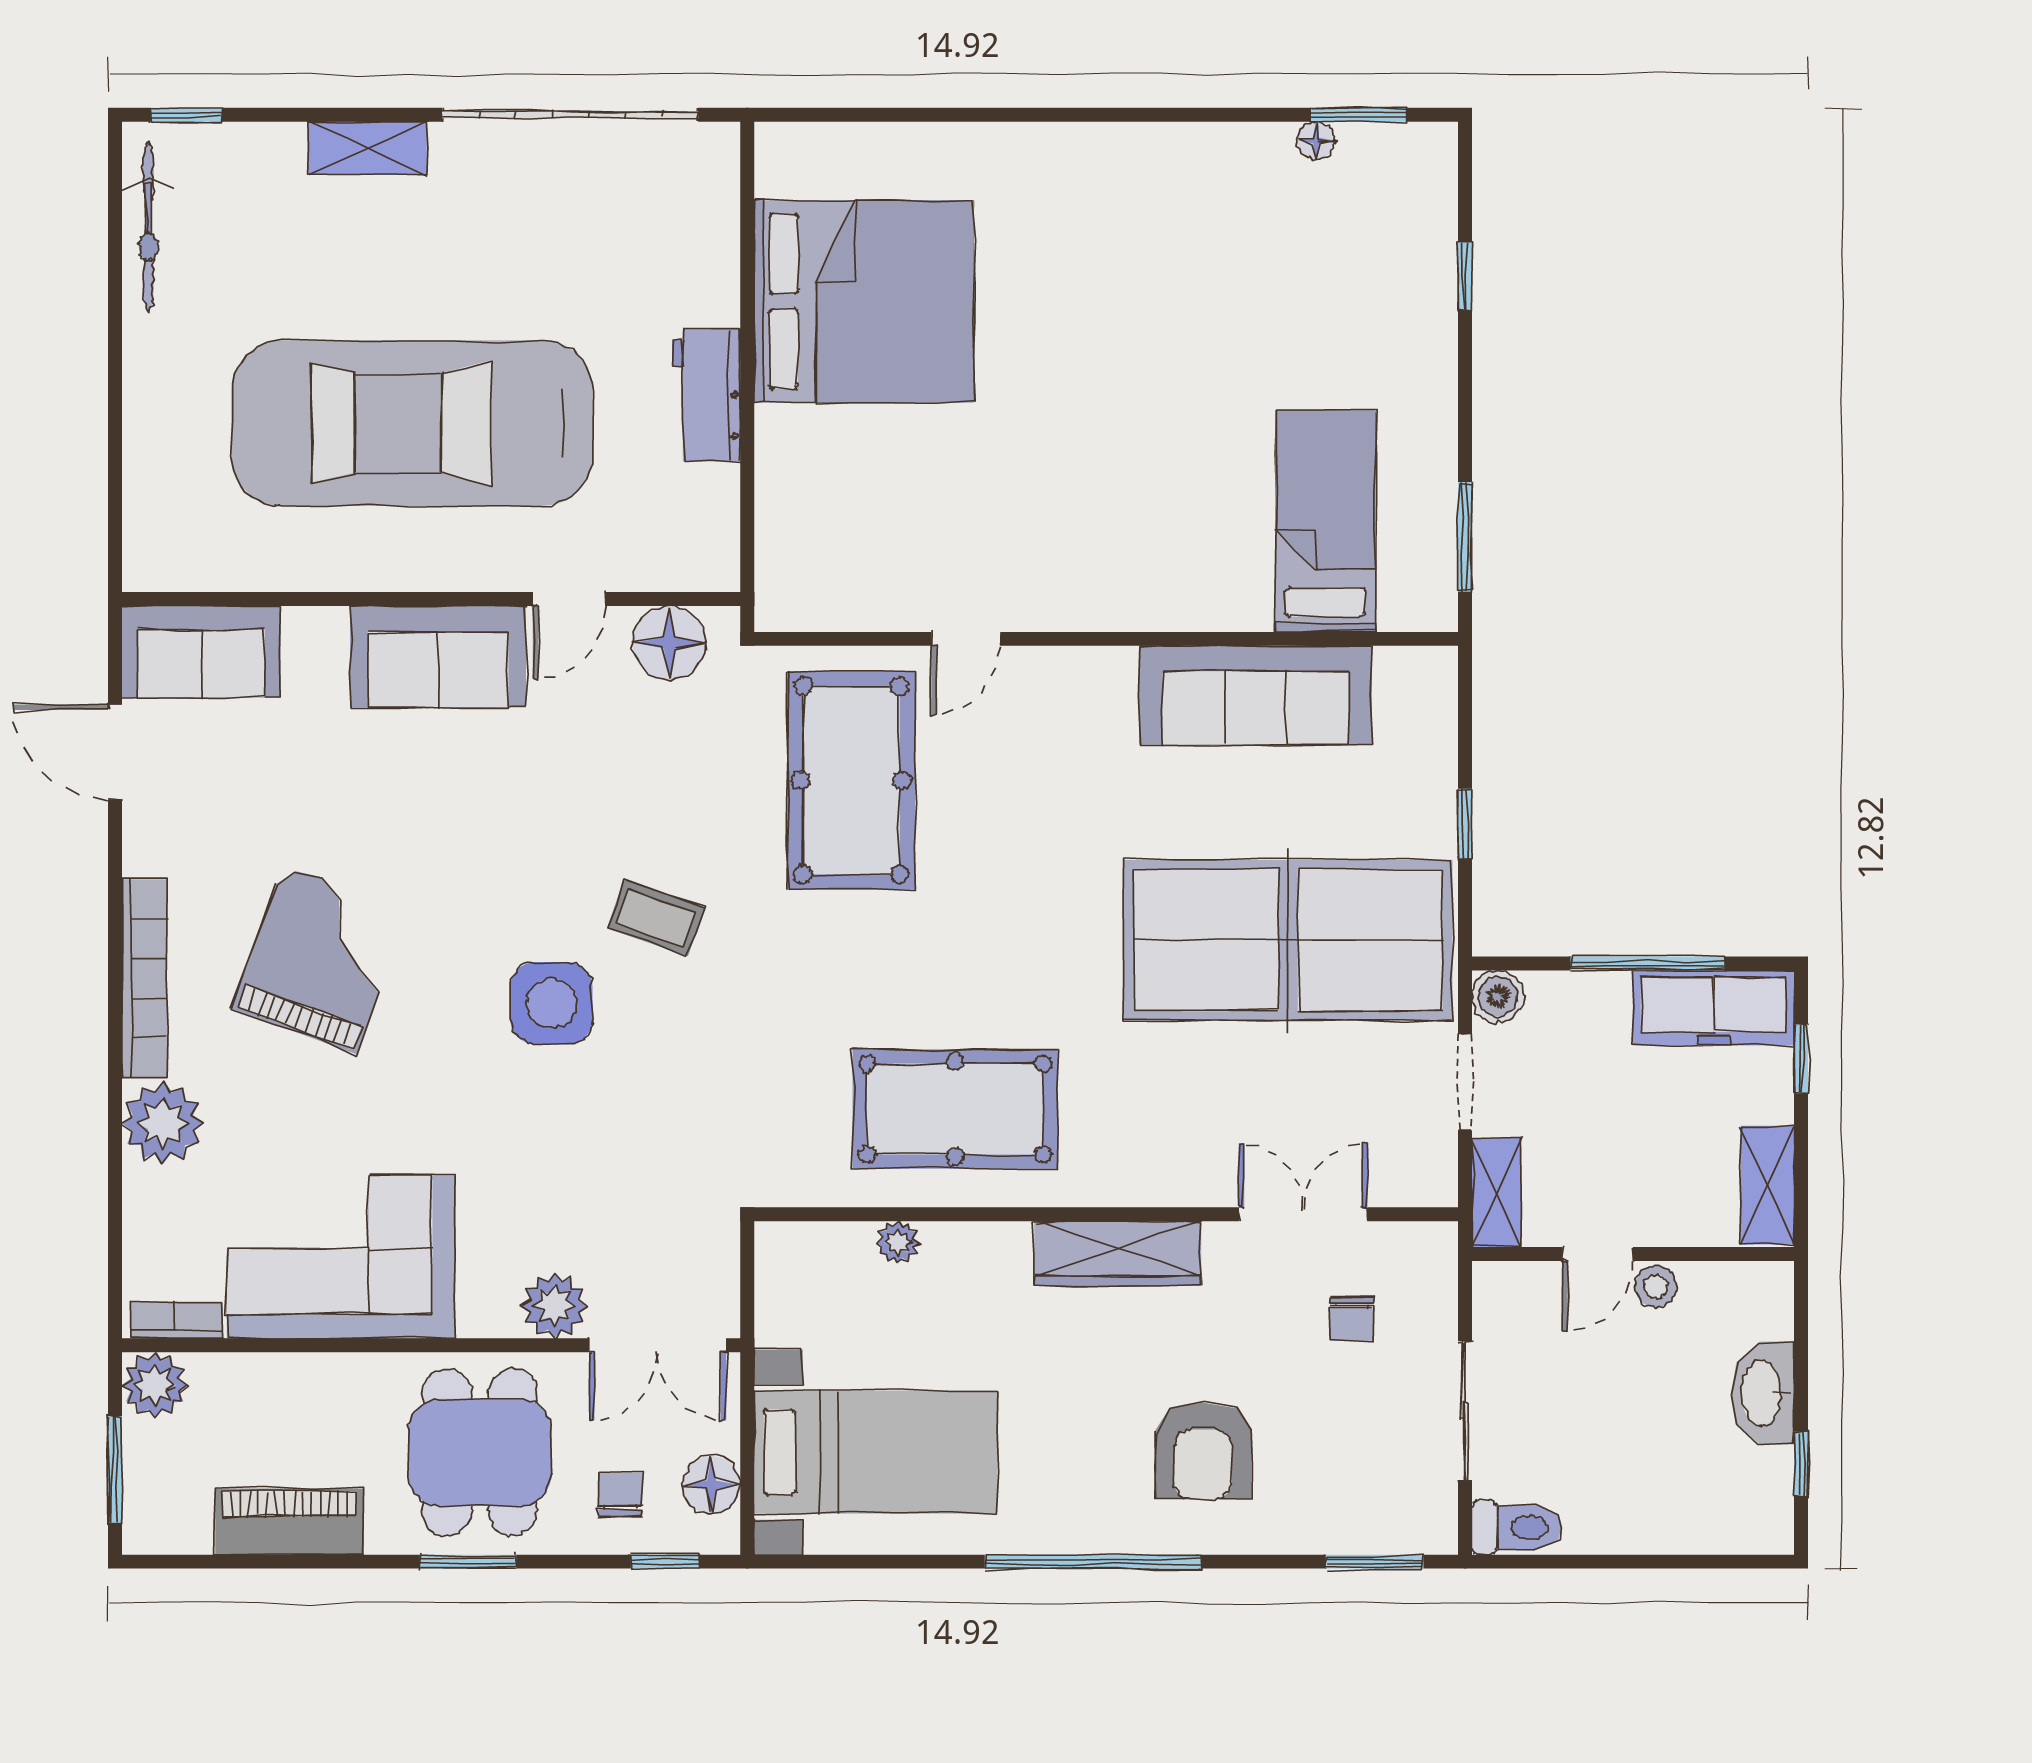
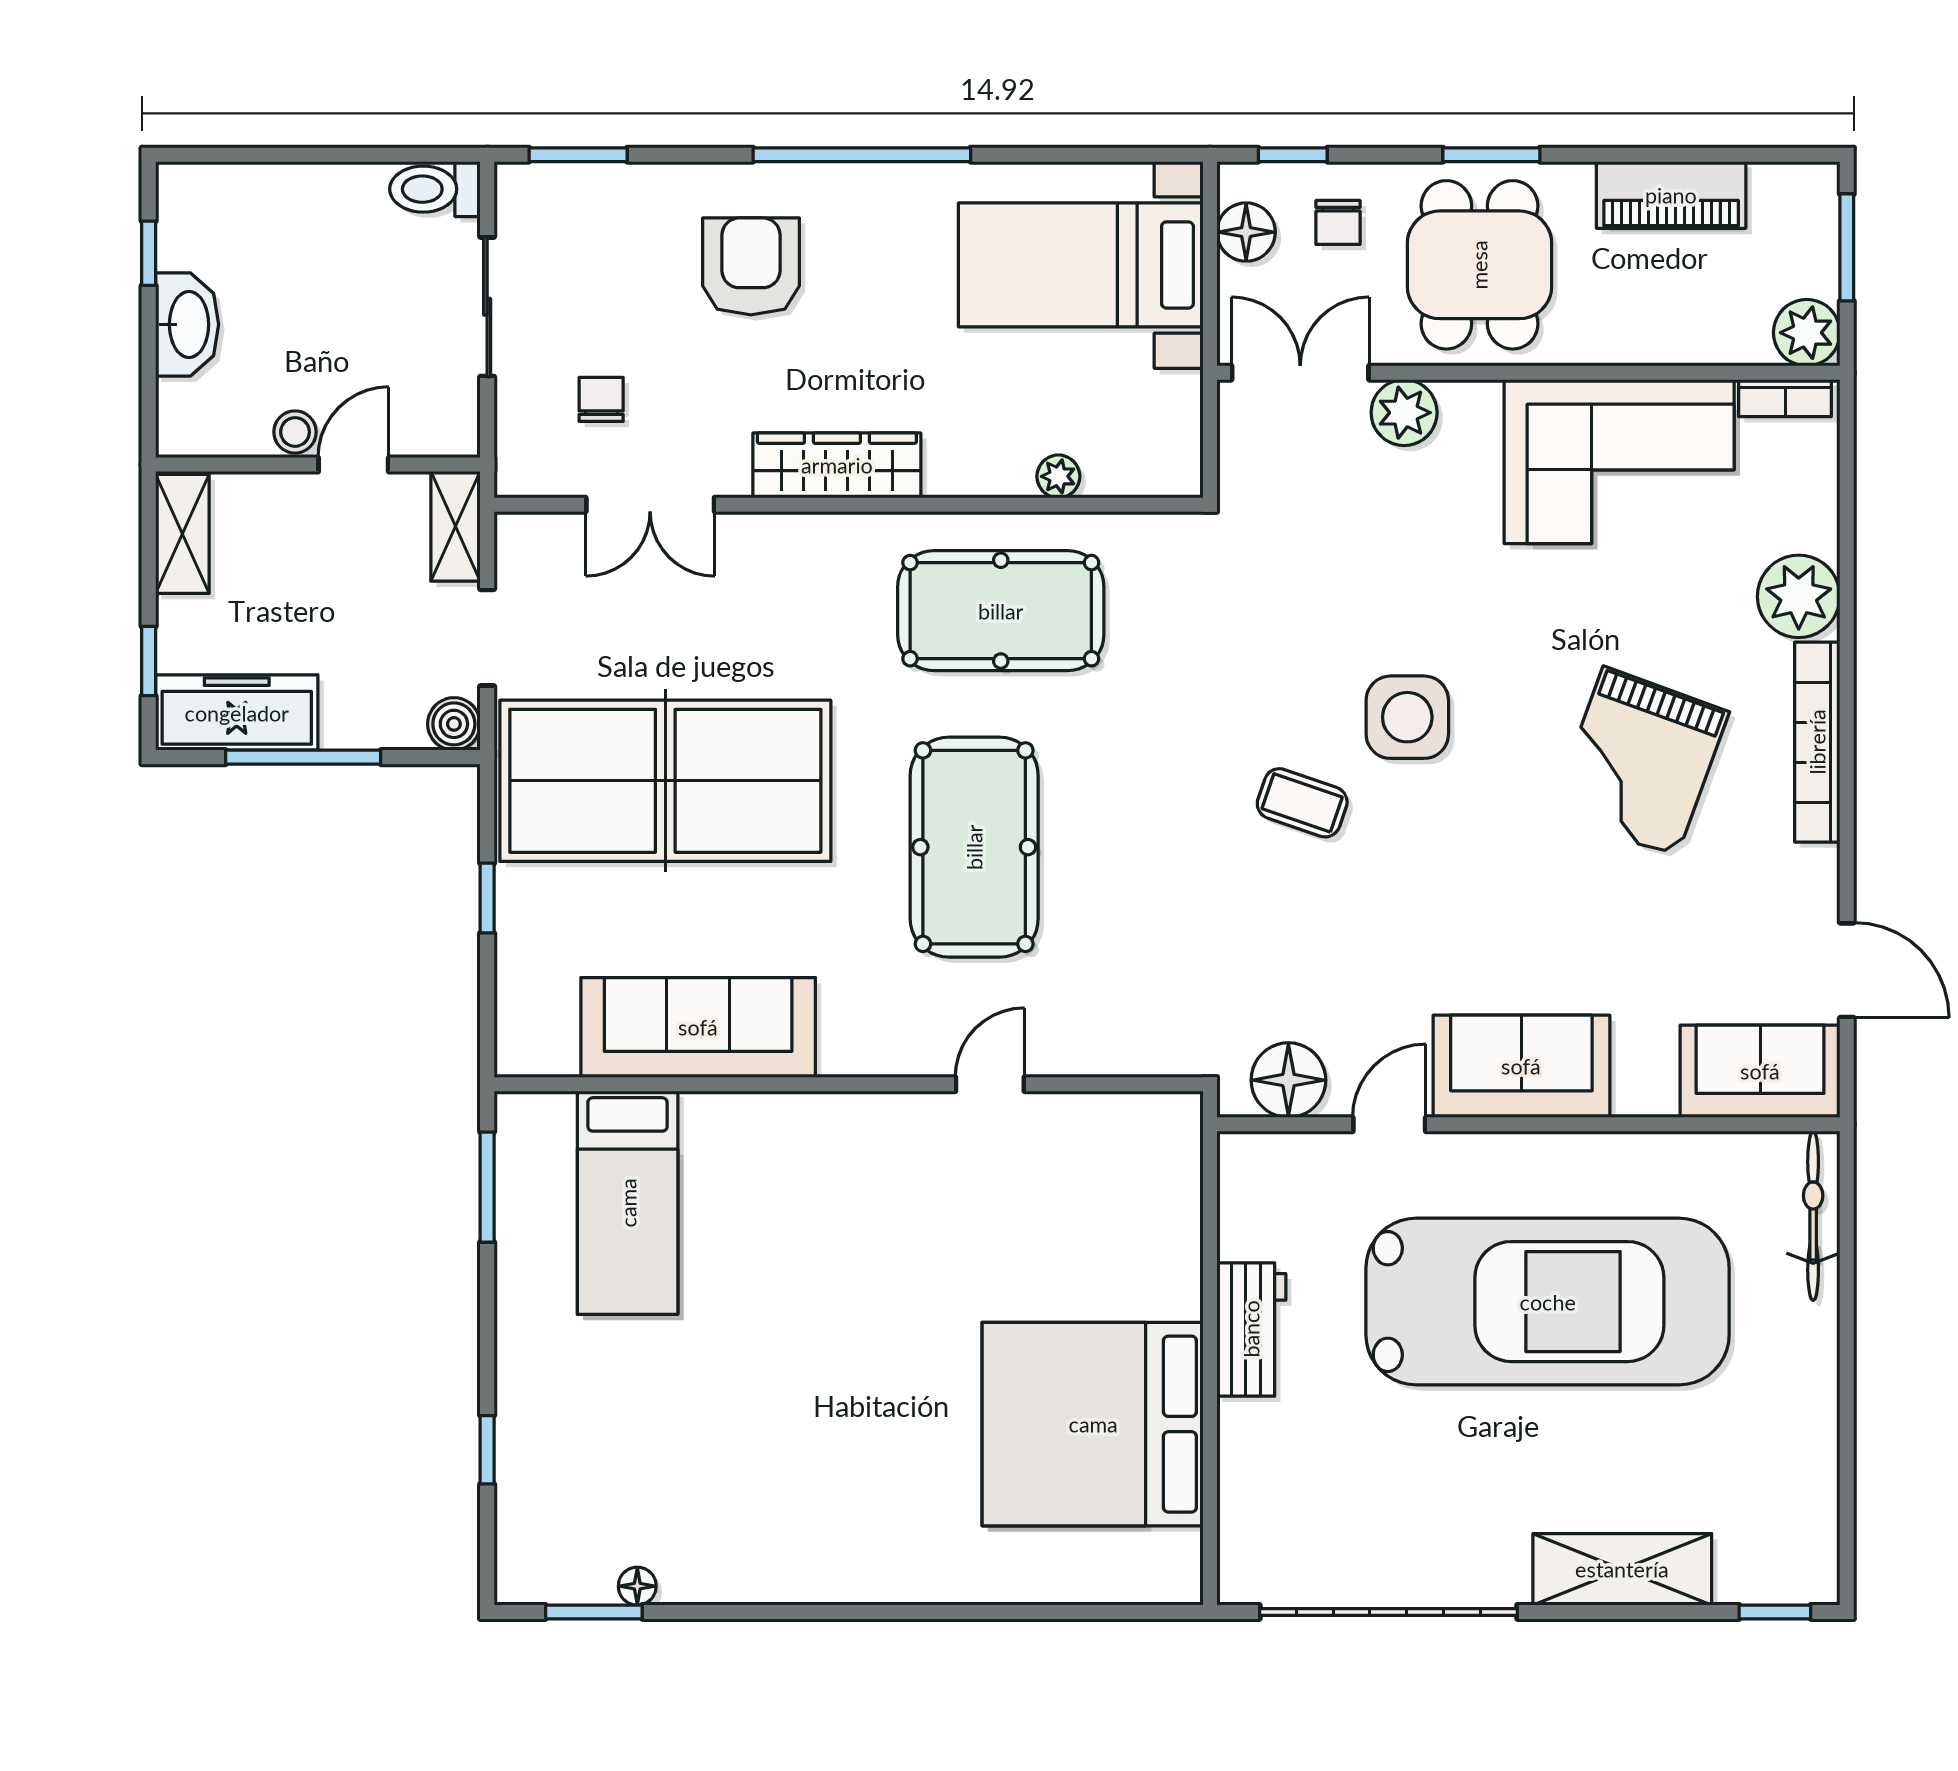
shelving: (367, 148) -> (1622, 1569), width x1.50, depth x1.33
bicycle: (148, 227) -> (1813, 1216), moved
pool table: (851, 780) -> (974, 847), moved

